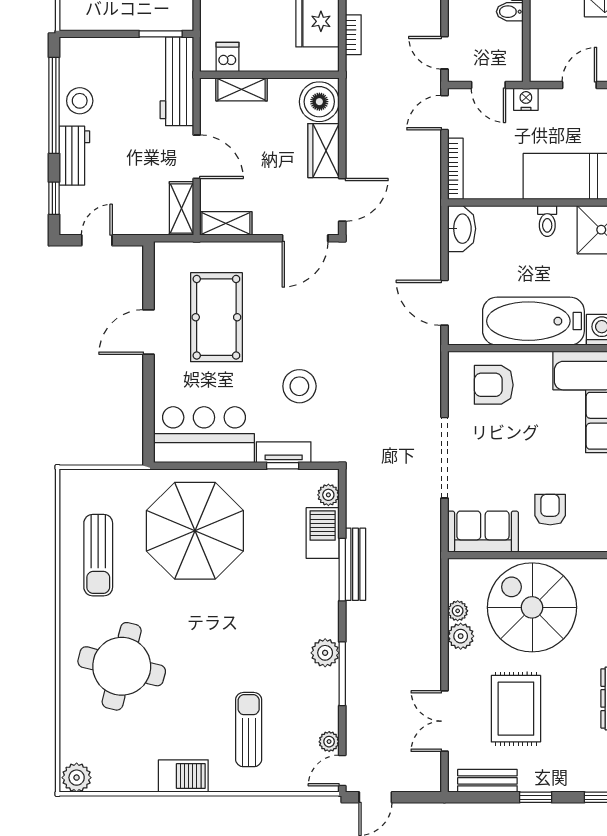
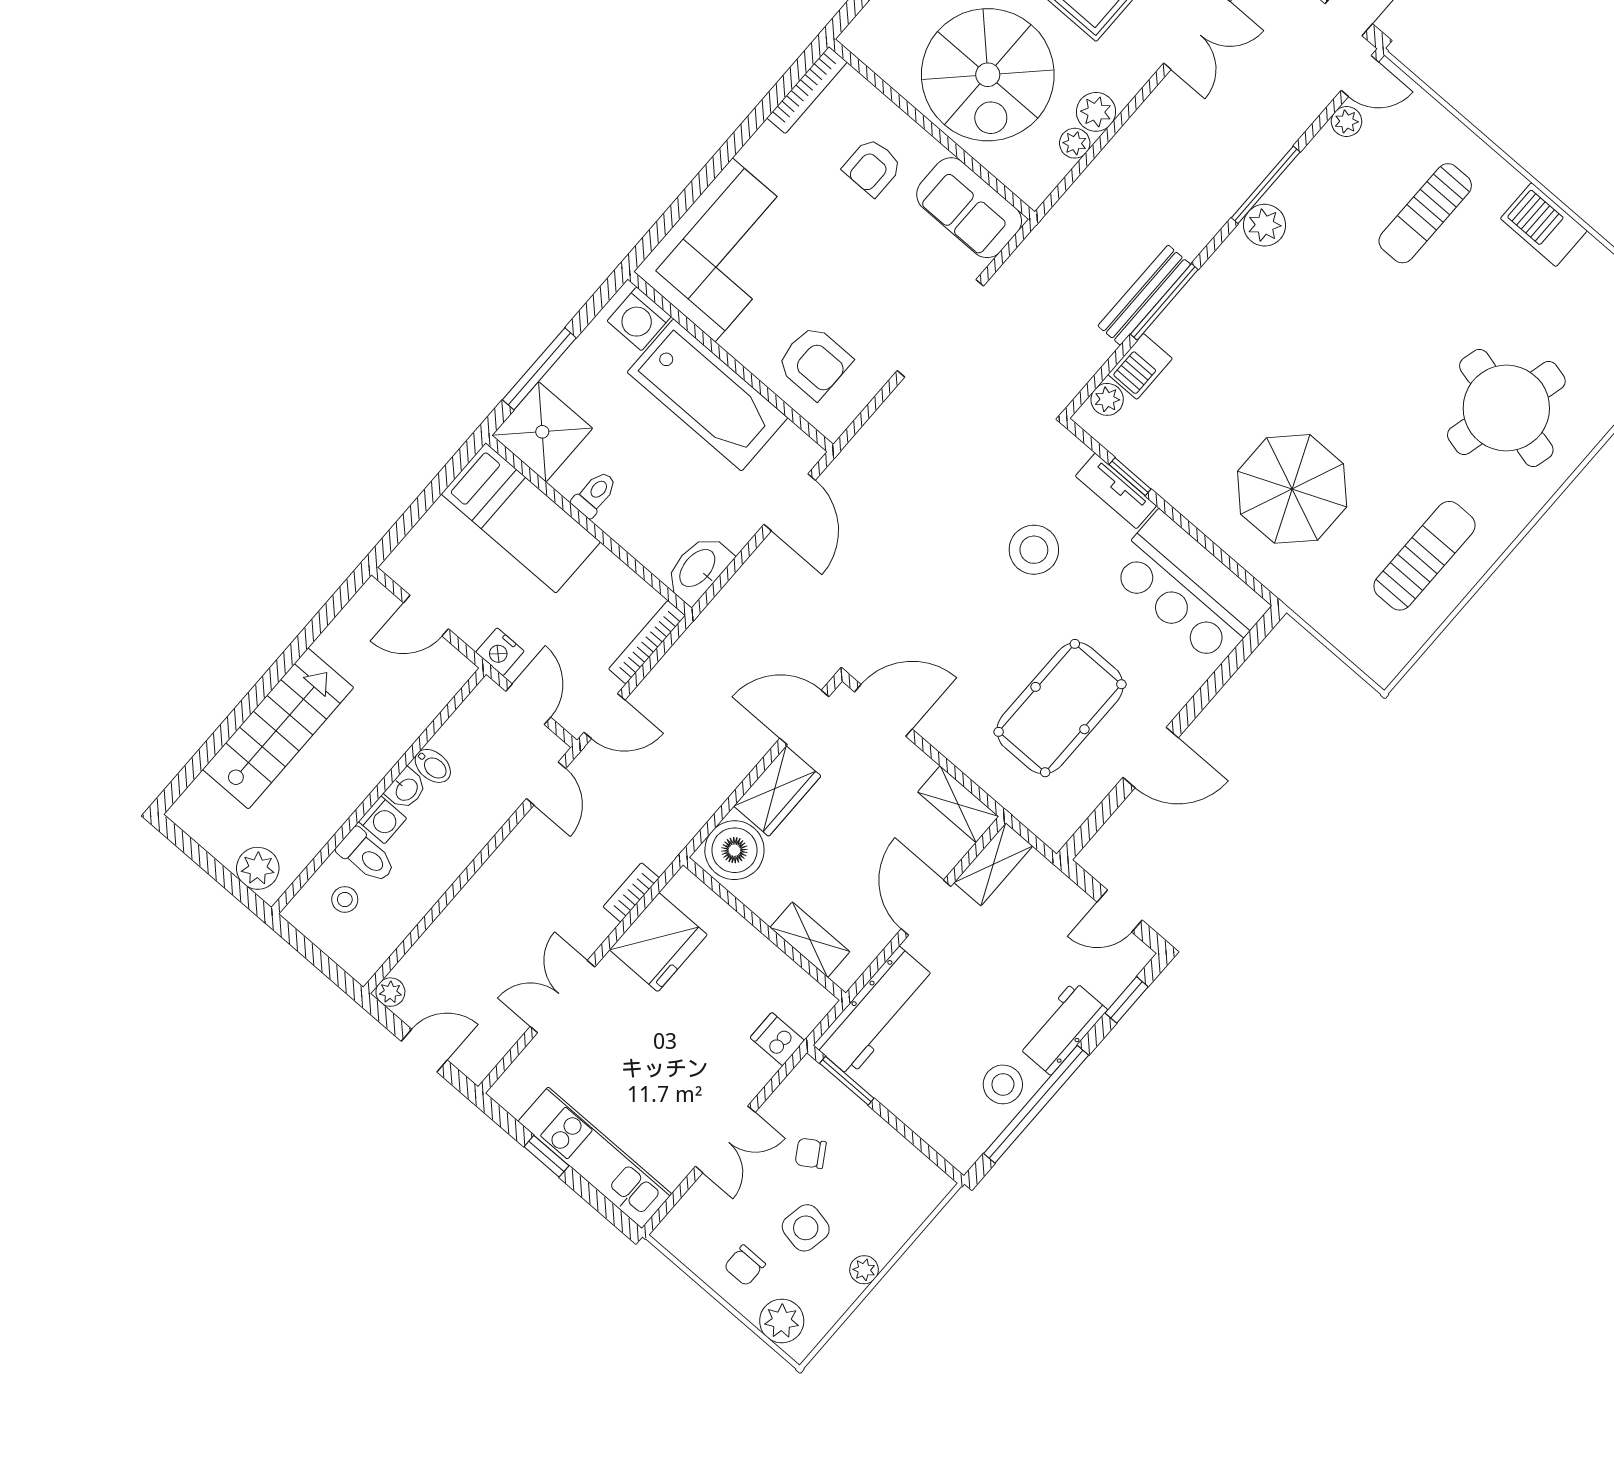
dishwasher: (228, 57) -> (777, 1039), moved, turned 90
parasol: (195, 531) -> (1292, 489), width x0.73, depth x0.73
barbecue: (323, 533) -> (1140, 366), width x0.73, depth x0.79

